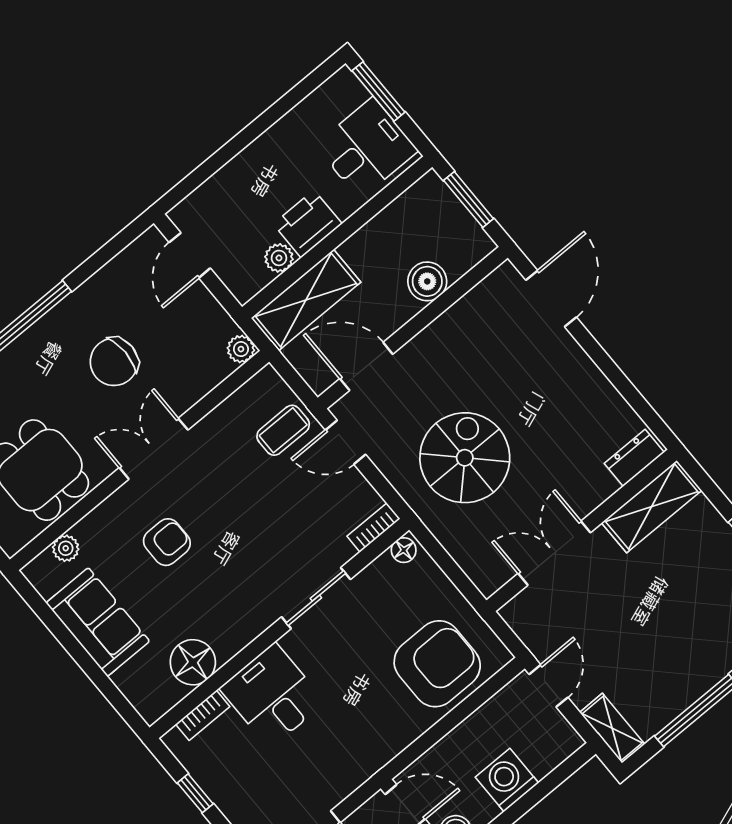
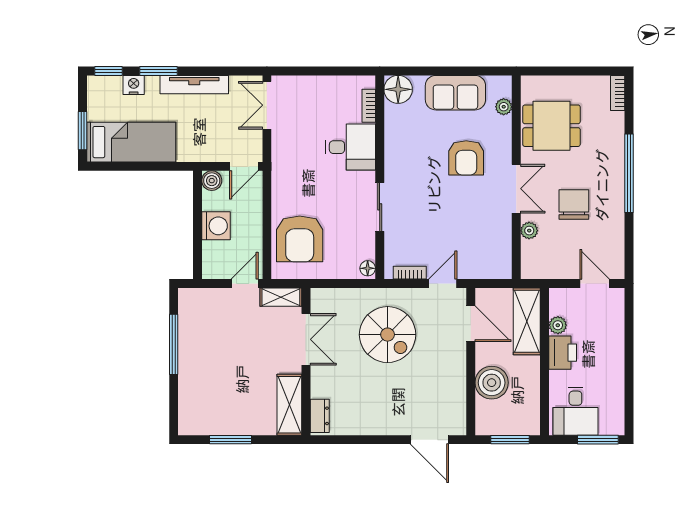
boiler: (427, 281) -> (492, 383), width x1.37, depth x1.37
plant: (241, 349) -> (529, 231), moved
door: (366, 366) -> (471, 324), hinge flipped
coffee table: (283, 430) -> (473, 258), removed
bookcase: (374, 528) -> (410, 273), moved, turned -90
armchair: (167, 542) -> (466, 158), width x1.38, depth x1.38
floor lamp: (193, 662) -> (398, 89), moved
door: (548, 686) -> (245, 283), swing flipped
shelving: (612, 728) -> (281, 297), moved
window: (195, 793) -> (334, 71), removed

